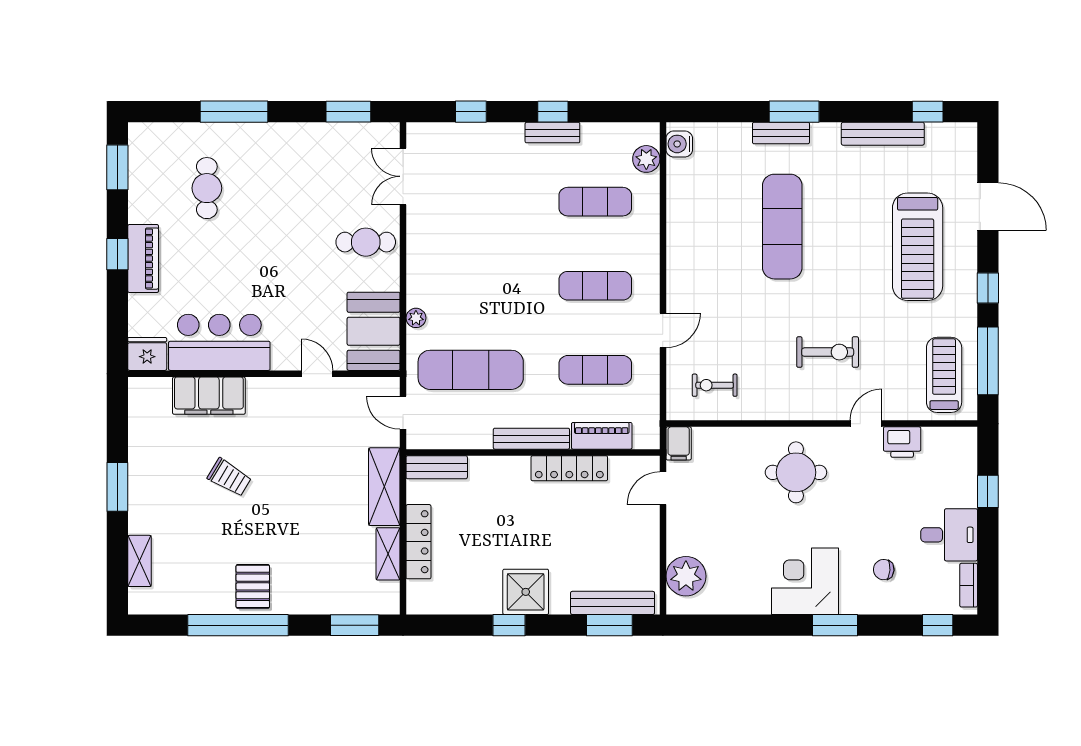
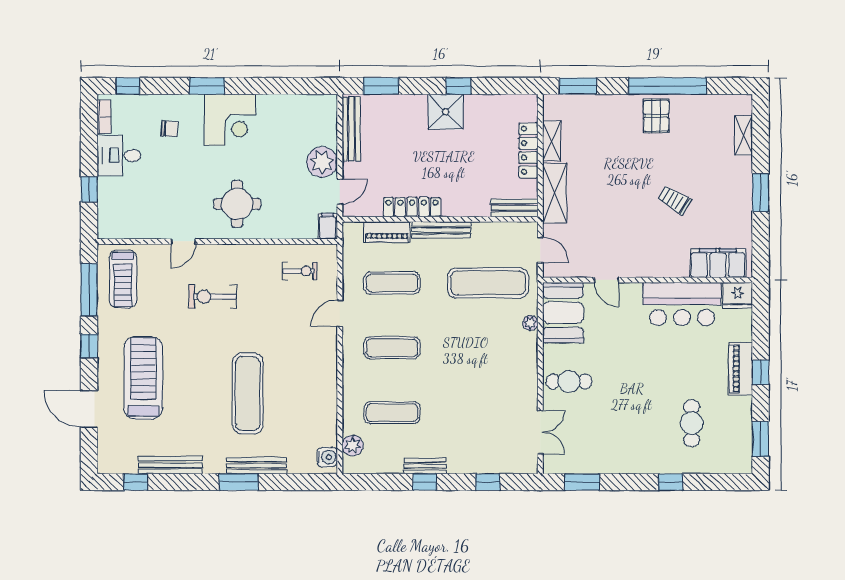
window: (234, 112) -> (671, 482), width x0.46
bench: (781, 133) -> (257, 466), width x1.36
filing cabinet: (209, 396) -> (718, 263), moved
printer: (902, 442) -> (155, 227), removed
plant: (686, 576) -> (322, 162), moved
bench: (613, 603) -> (351, 129), moved, turned 90

